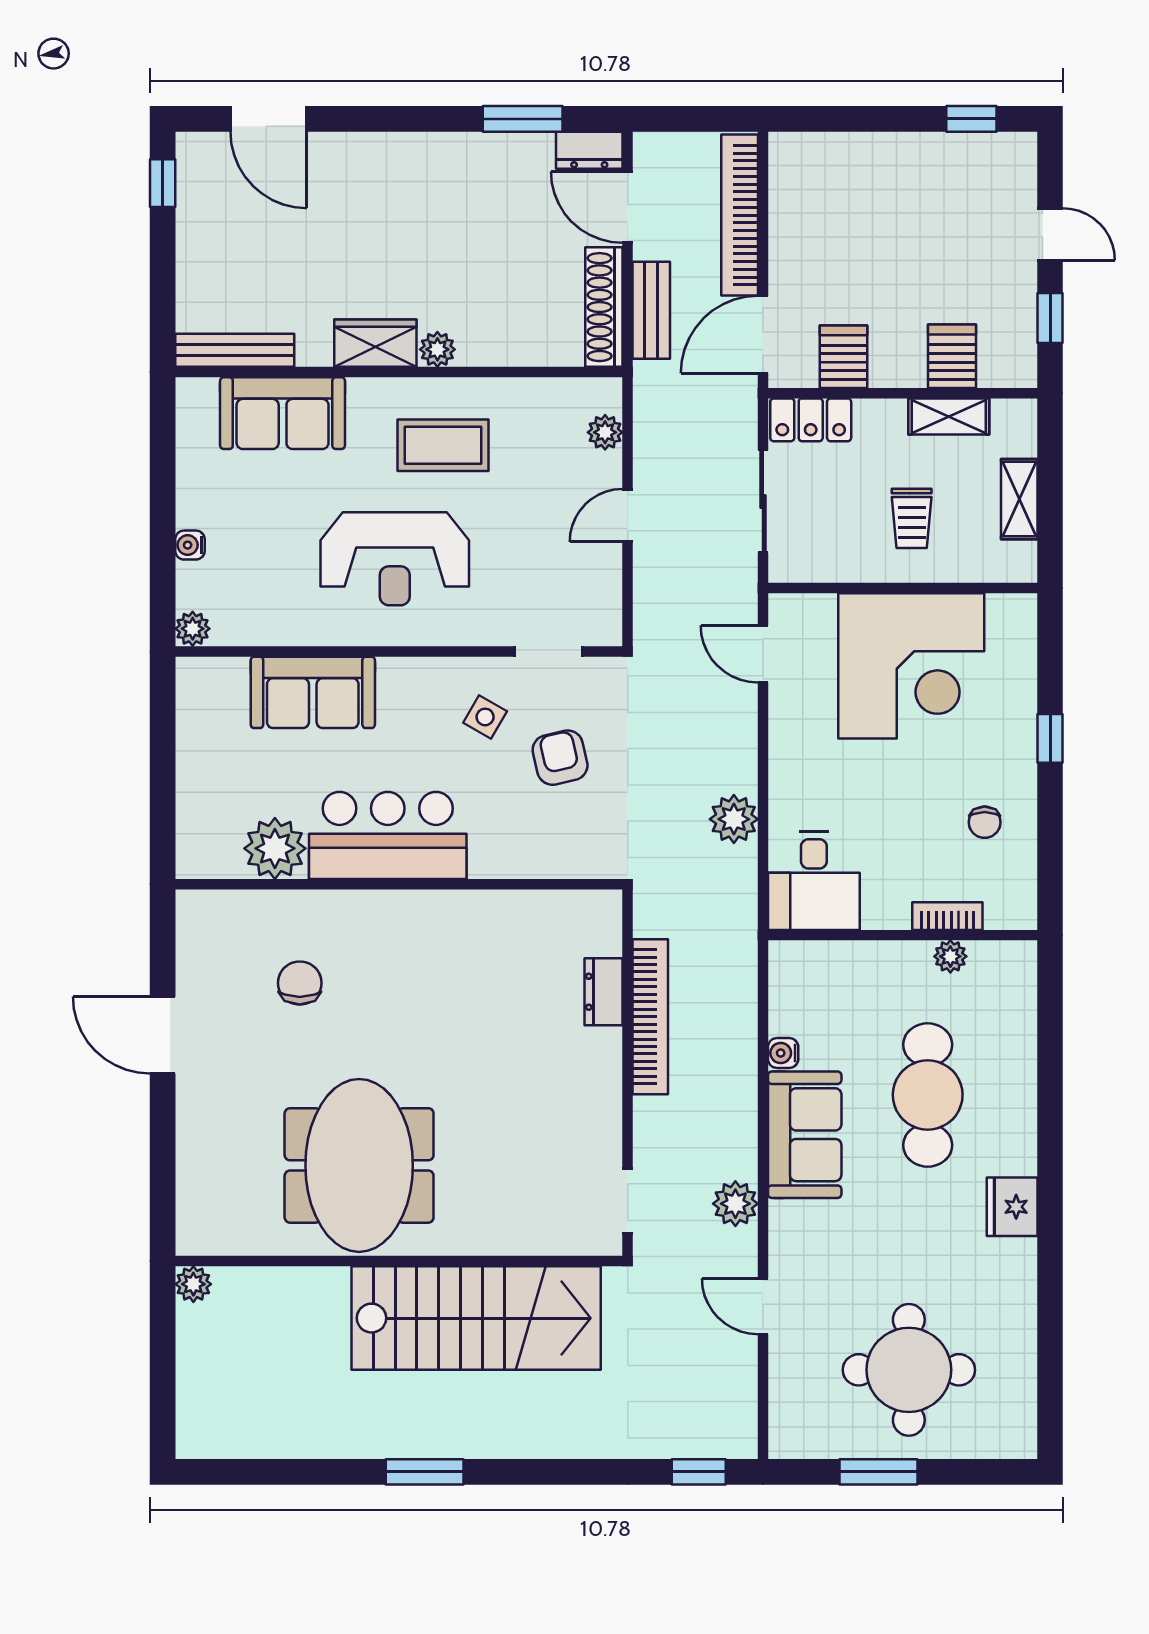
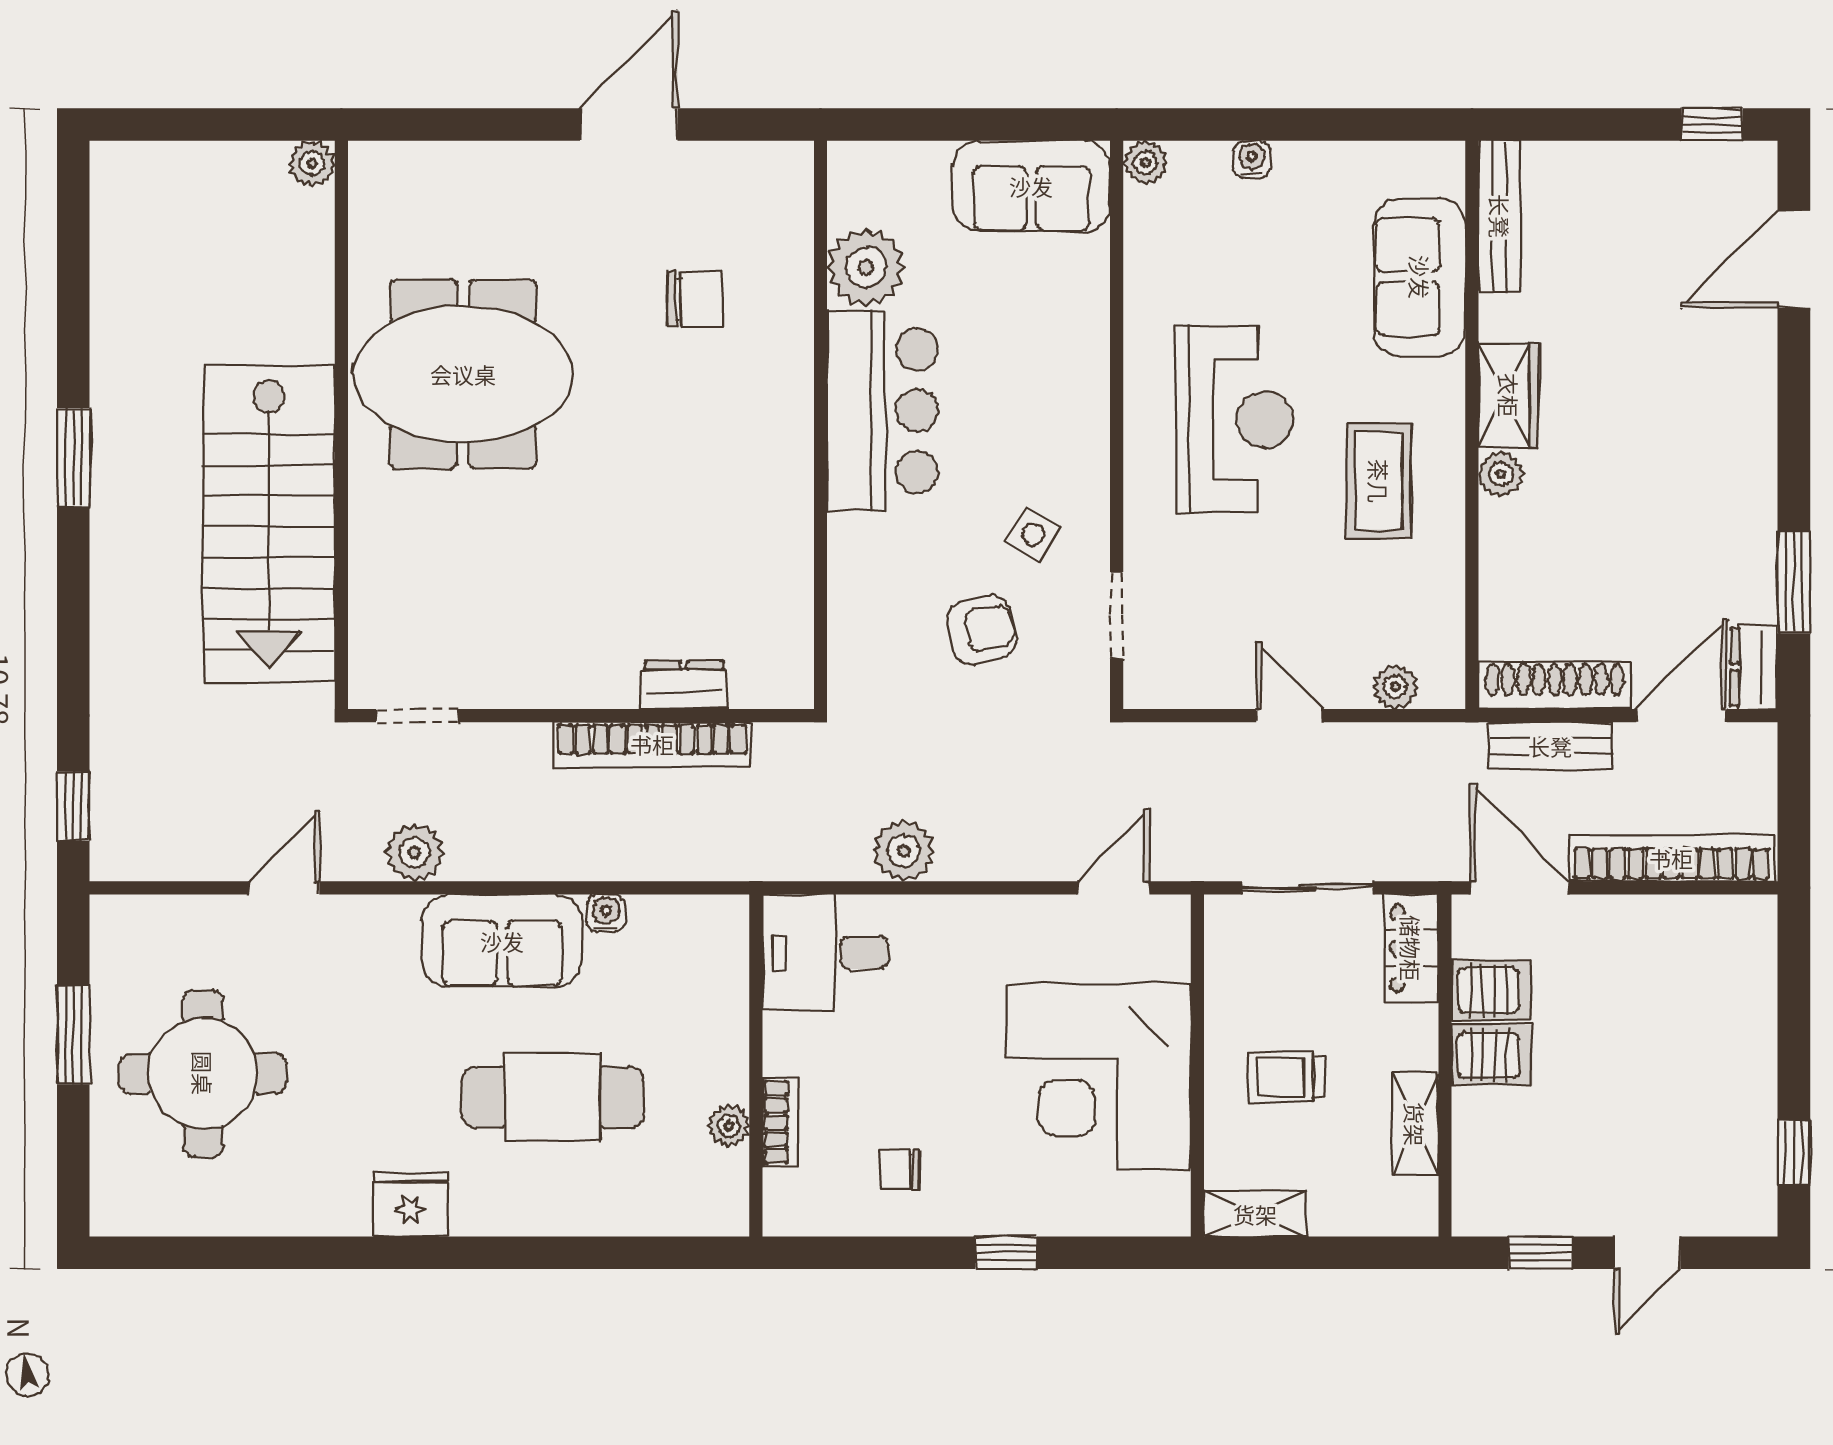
server rack: (952, 356) -> (1492, 1055), moved
shelving: (1019, 499) -> (1255, 1214), moved
reception desk: (395, 559) -> (1234, 420), turned 180
sofa: (313, 692) -> (1031, 186), moved, turned -90

